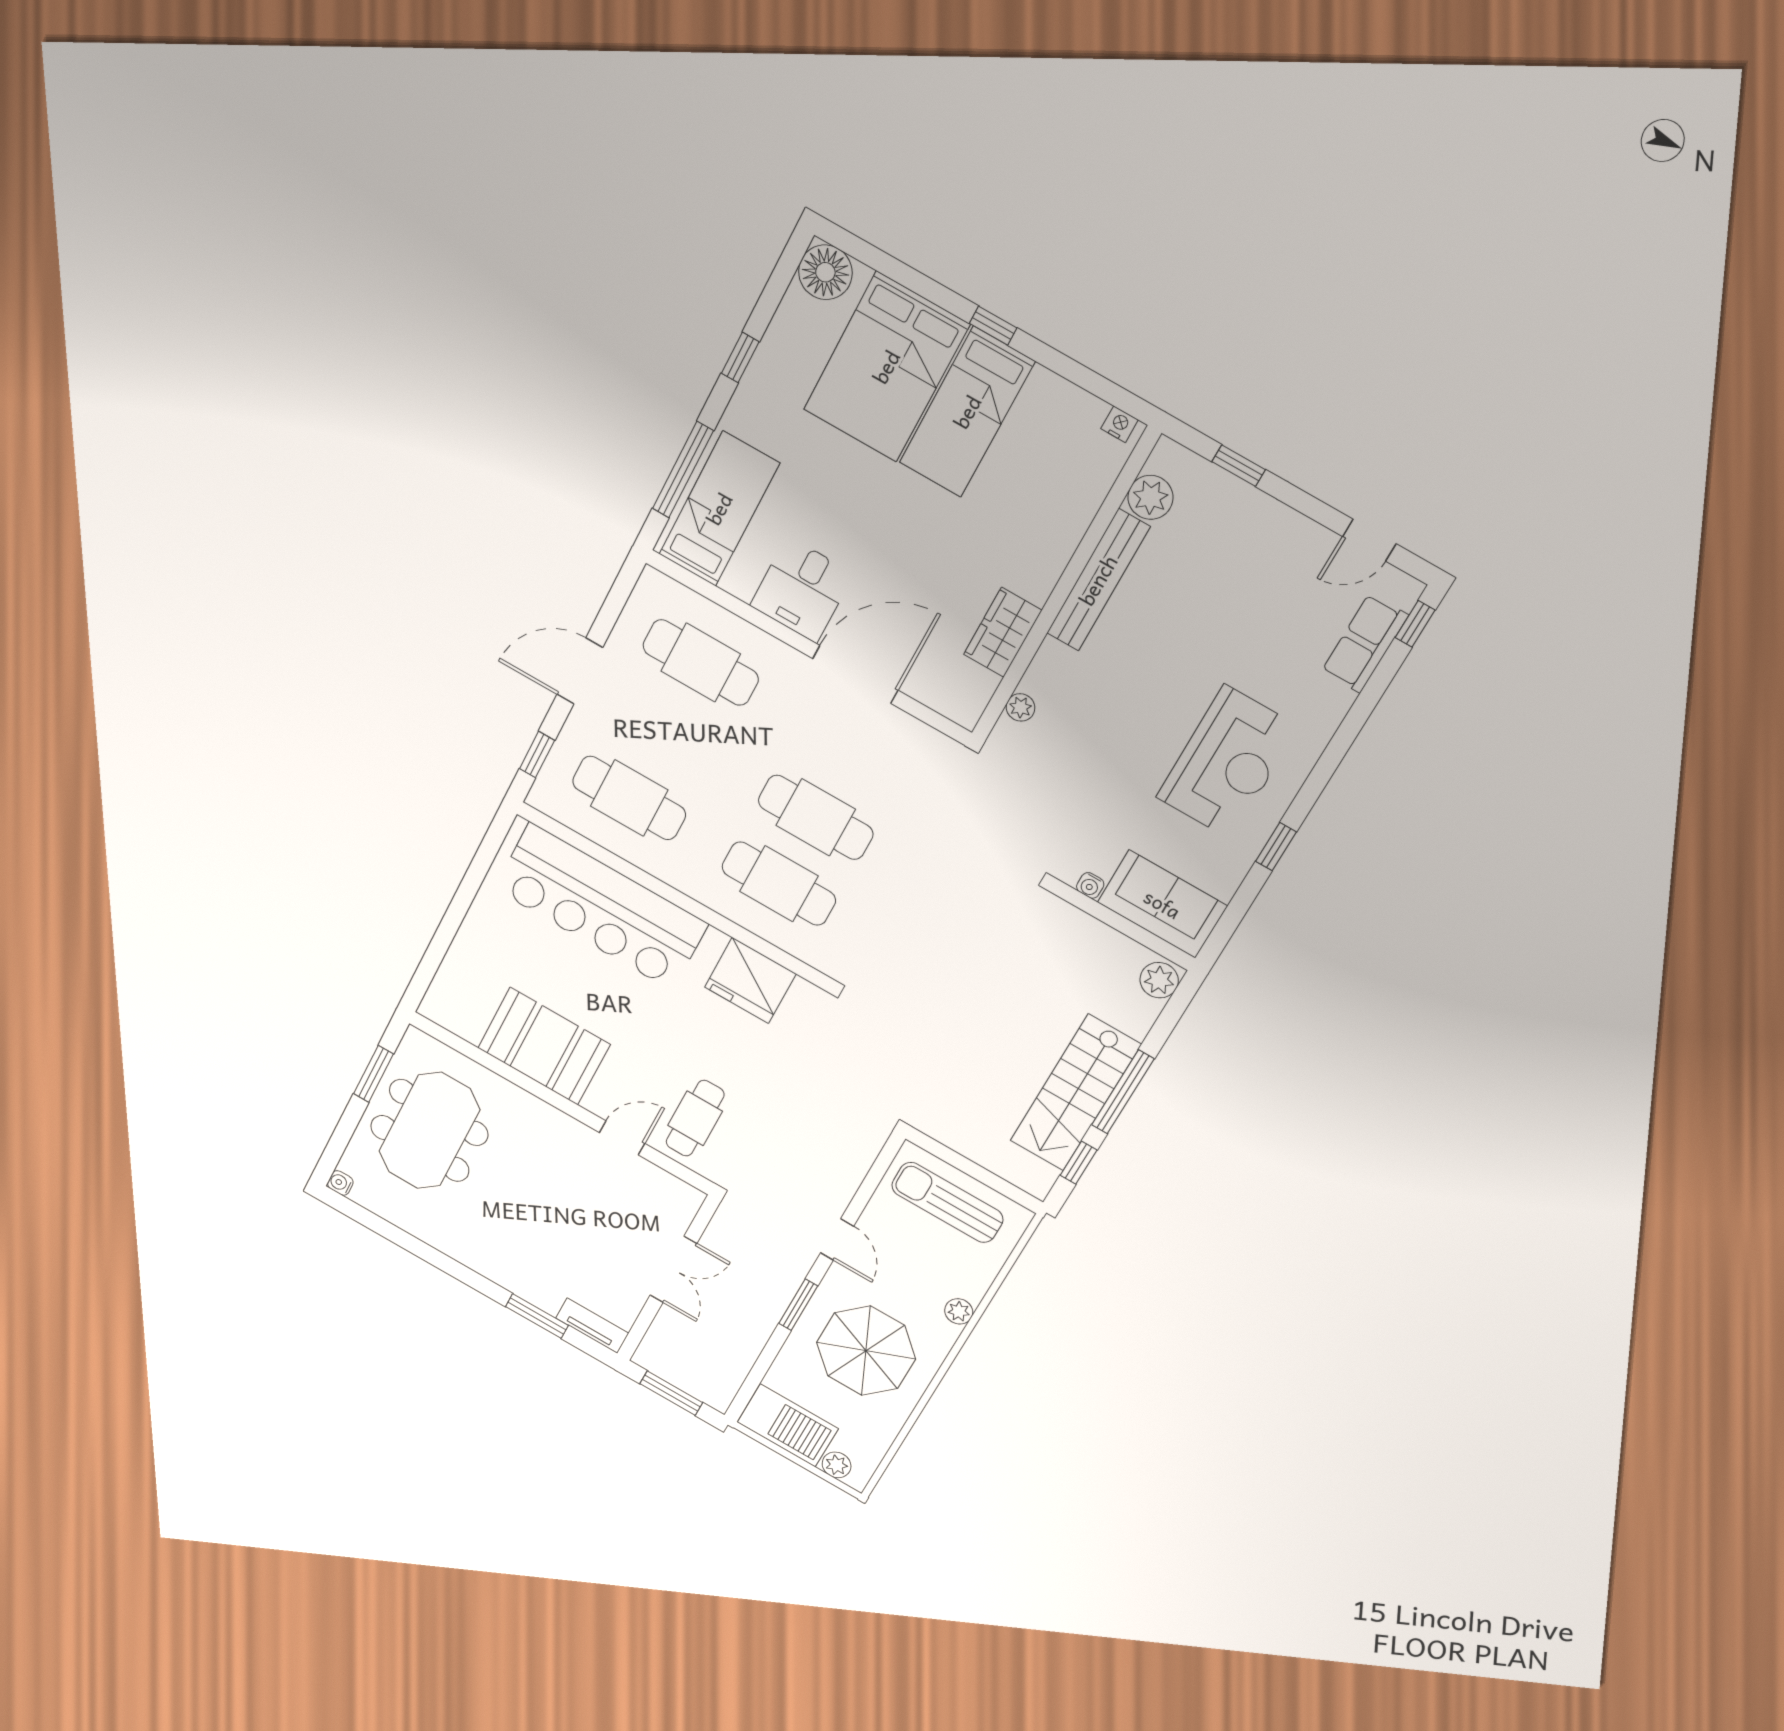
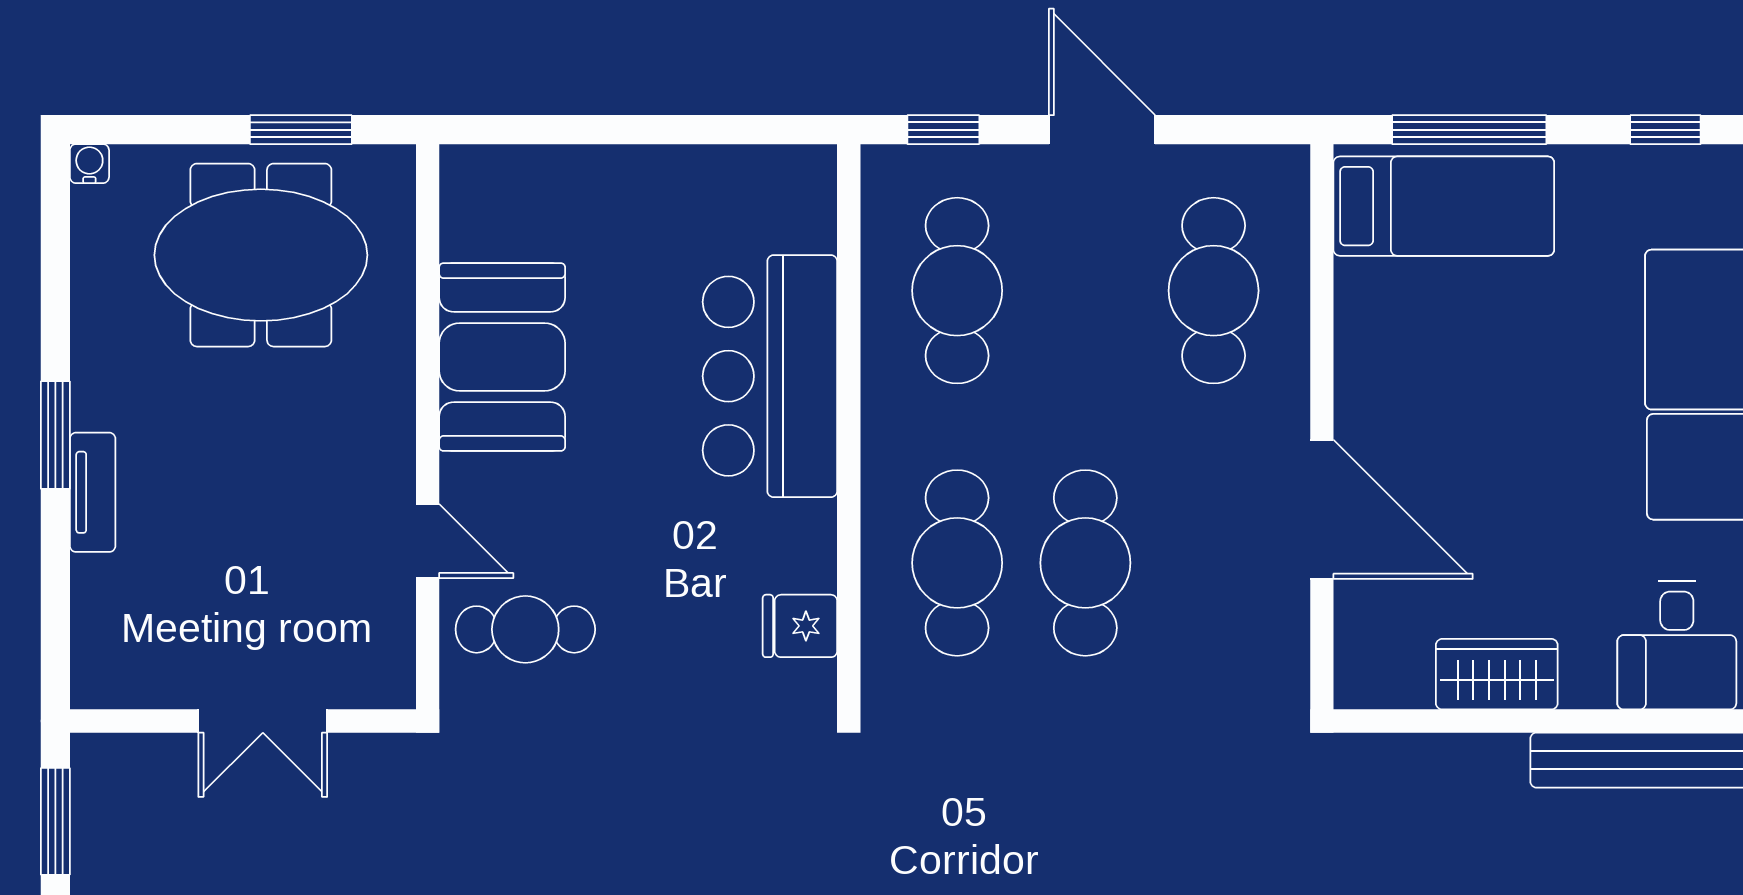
desk: (802, 590) -> (1677, 645), moved, turned -90
plant: (1021, 707) -> (1407, 754), removed
bar counter: (601, 906) -> (770, 376), width x0.73
fridge: (750, 981) -> (800, 626), width x0.53, depth x0.75
window: (537, 1316) -> (55, 435), moved
tv unit: (592, 1326) -> (93, 492), moved

